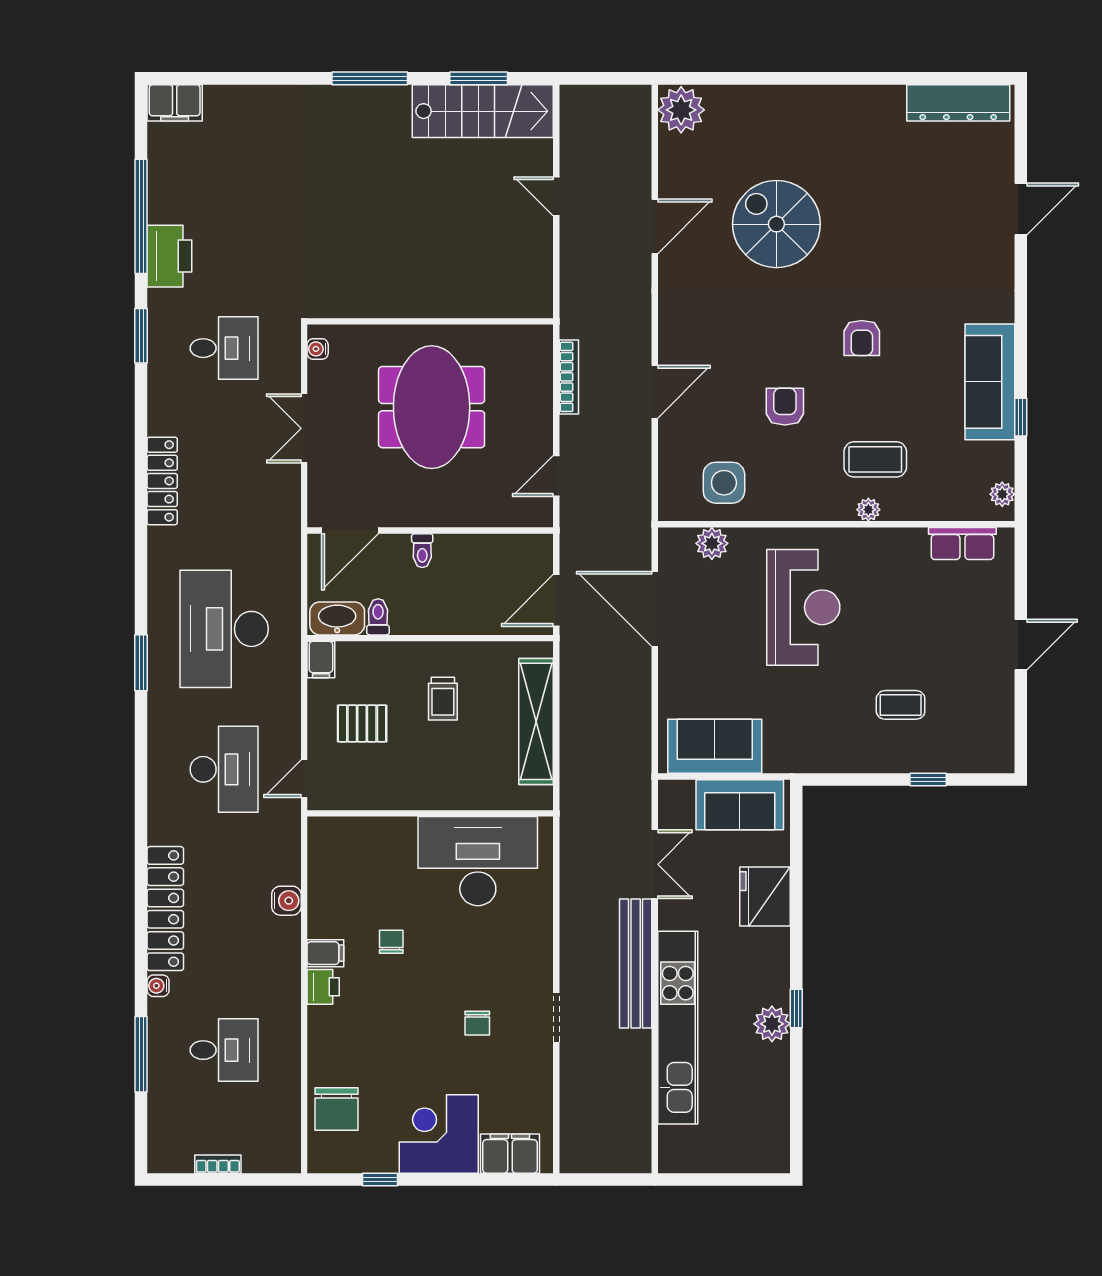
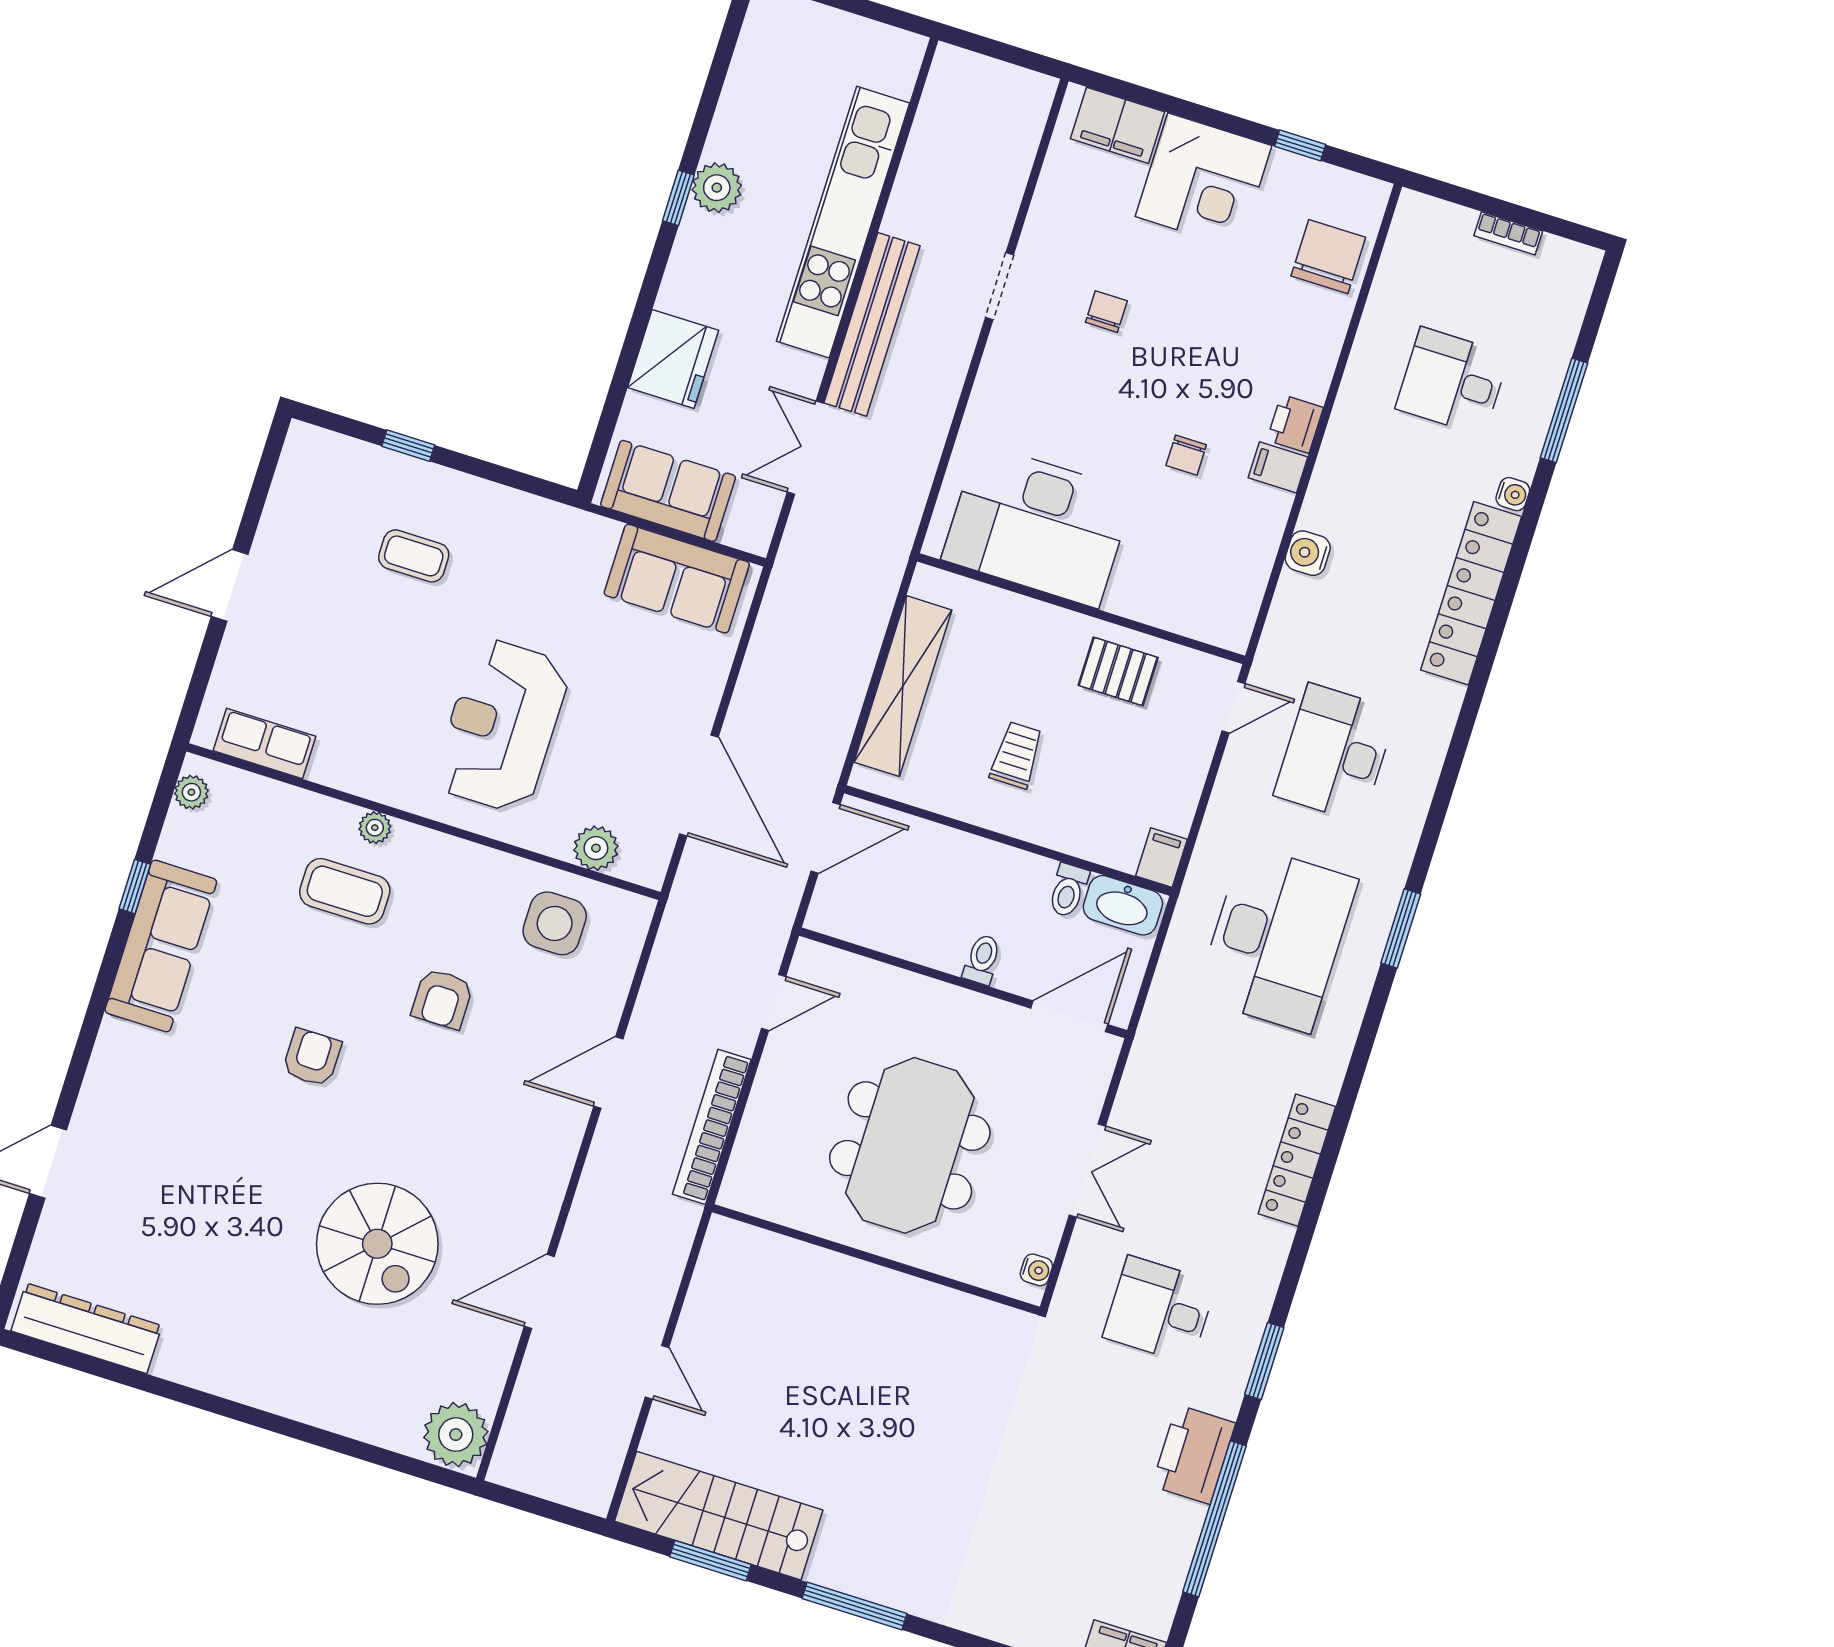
bookcase: (569, 377) -> (712, 1127), width x1.48, depth x1.31
pallet: (362, 723) -> (1118, 671), moved

